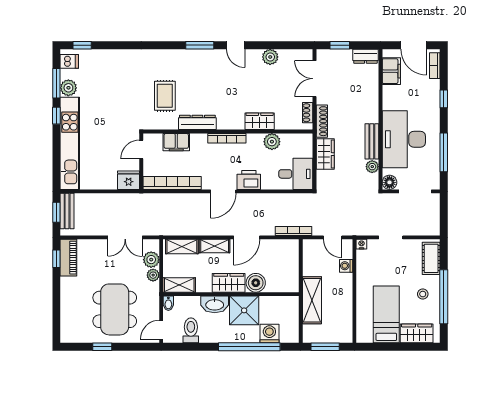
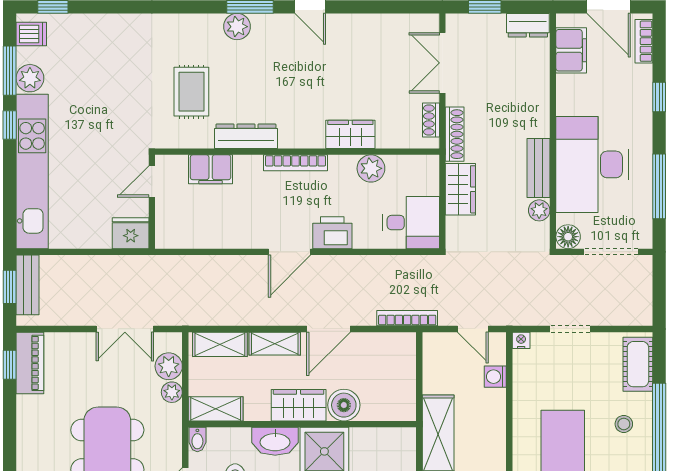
plant: (270, 57) -> (237, 27), moved
bookcase: (172, 183) -> (204, 238), removed

